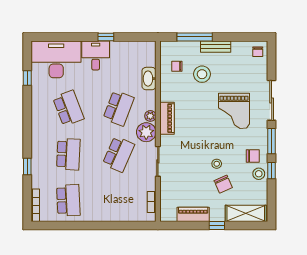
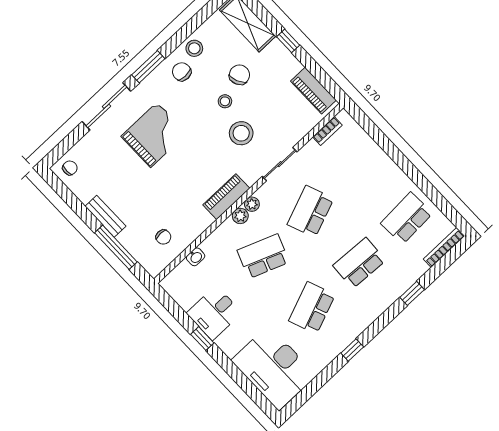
desk: (96, 56) -> (214, 313), moved
stool: (202, 74) -> (241, 133), moved
window: (27, 78) -> (352, 350), moved
washbasin: (149, 79) -> (196, 257), width x0.52, depth x0.69
plant: (146, 132) -> (252, 204), width x0.53, depth x0.53
school desk: (119, 154) -> (311, 211), turned -45
window: (272, 171) -> (178, 38), removed
piano: (193, 214) -> (313, 91), moved

